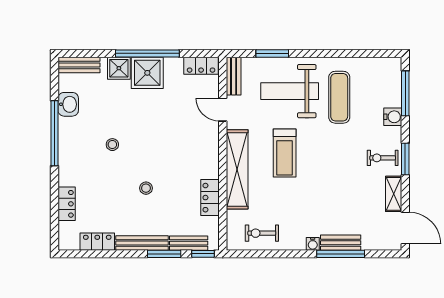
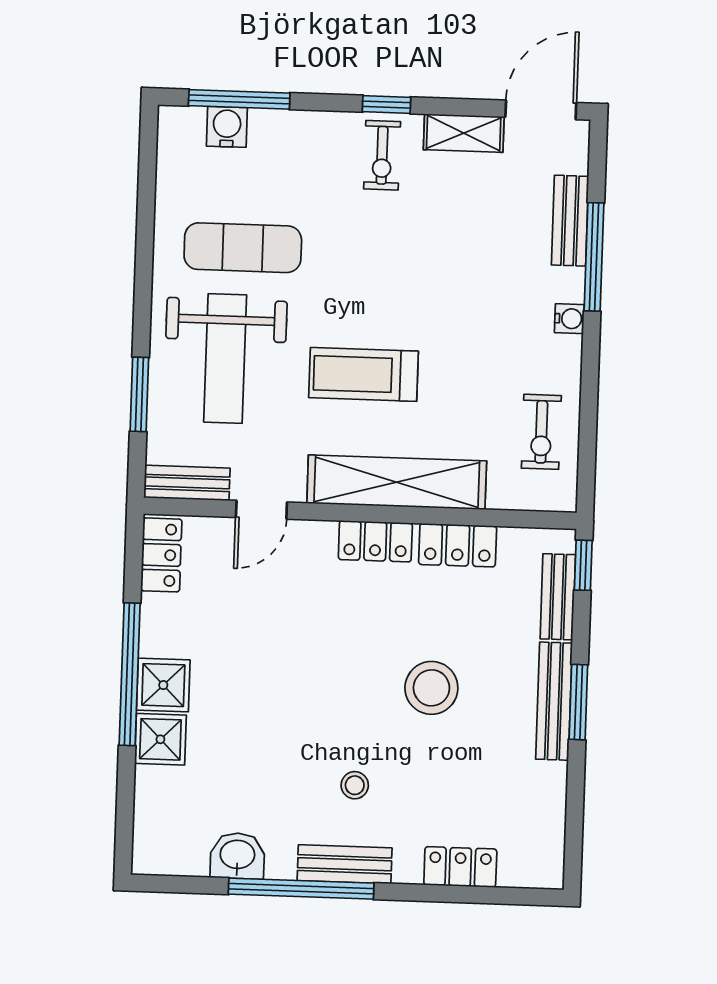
bench: (79, 65) -> (345, 864), moved, turned 90
shower: (147, 73) -> (163, 685), width x0.73, depth x0.73
water cooler: (393, 117) -> (227, 127), moved
stool: (112, 145) -> (355, 785), moved
treadmill: (285, 153) -> (364, 374), turned 180
window: (405, 159) -> (386, 105), width x0.67
stool: (146, 188) -> (431, 688), width x1.89, depth x1.89
locker: (97, 242) -> (375, 541), moved, turned -90
bench: (341, 243) -> (570, 221), moved
window: (164, 254) -> (578, 702), moved

